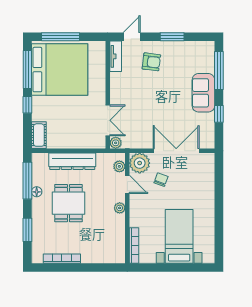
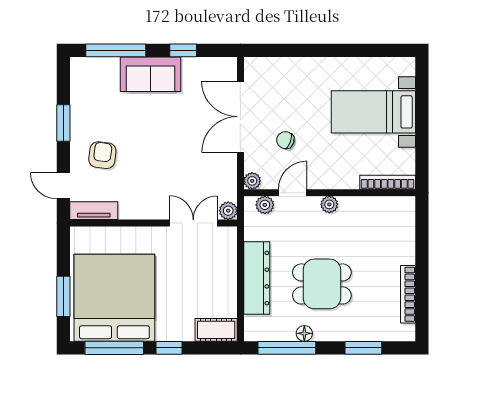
window: (61, 37) -> (63, 296), width x0.69
plant: (140, 163) -> (252, 181), width x0.53, depth x0.53

